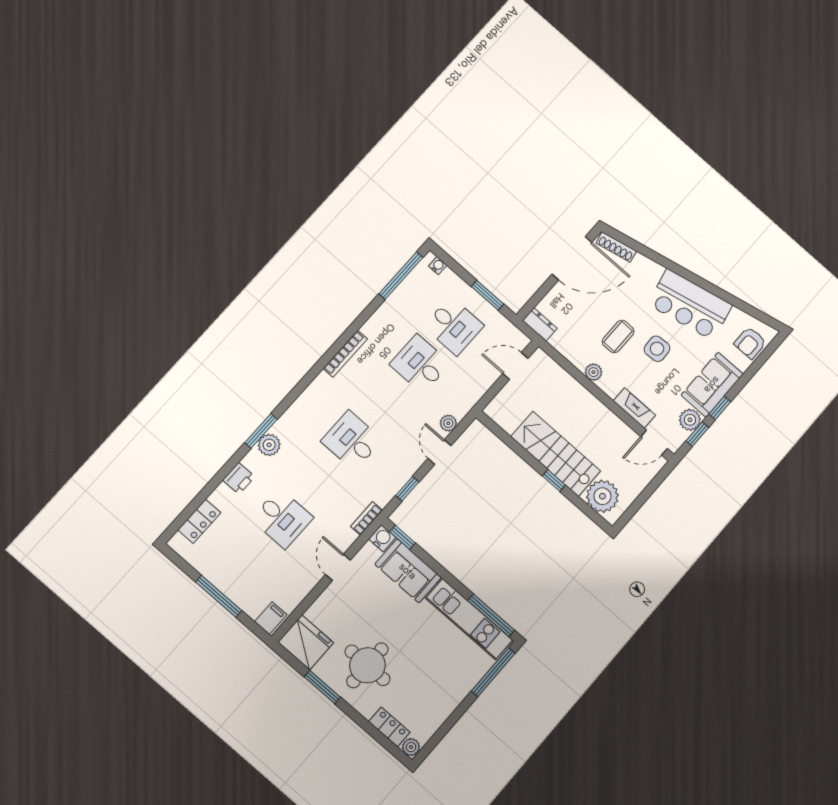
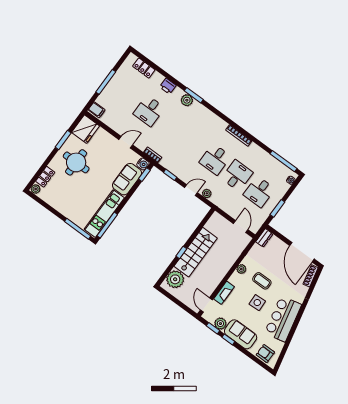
desk: (352, 440) -> (215, 159), moved, turned 180

